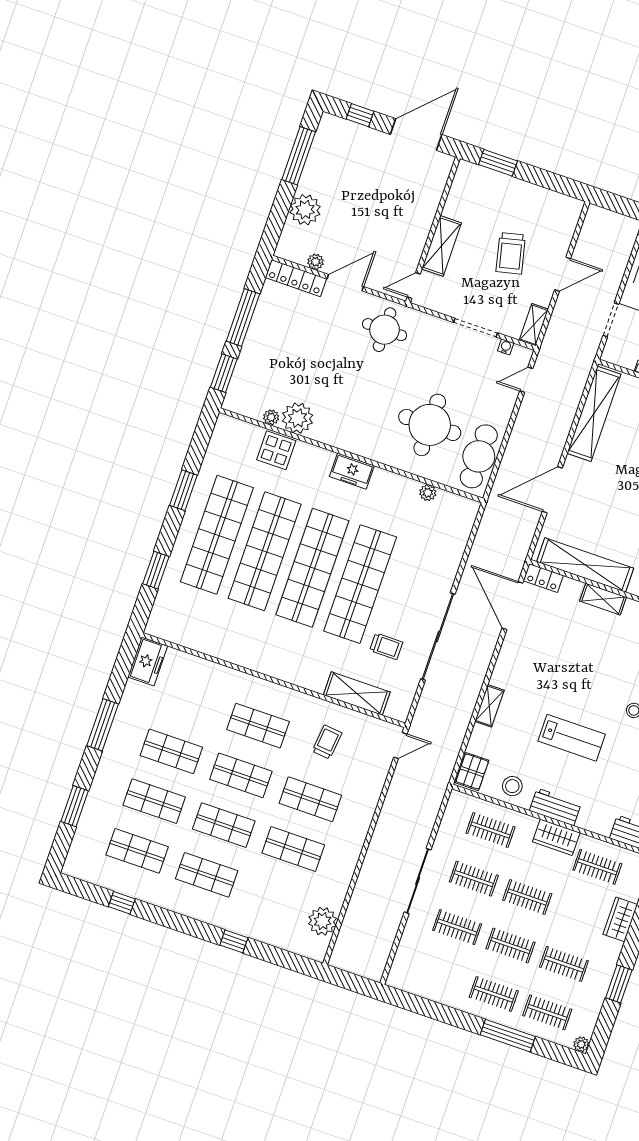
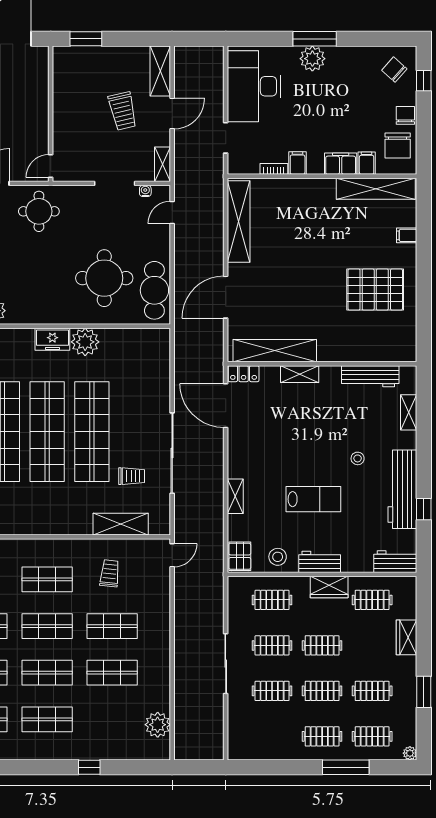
shelving: (442, 246) -> (160, 71), moved
plant: (428, 493) -> (85, 342), moved, width x1.88, depth x1.88

